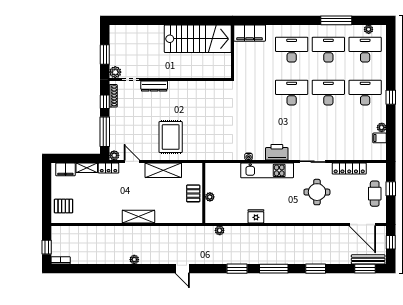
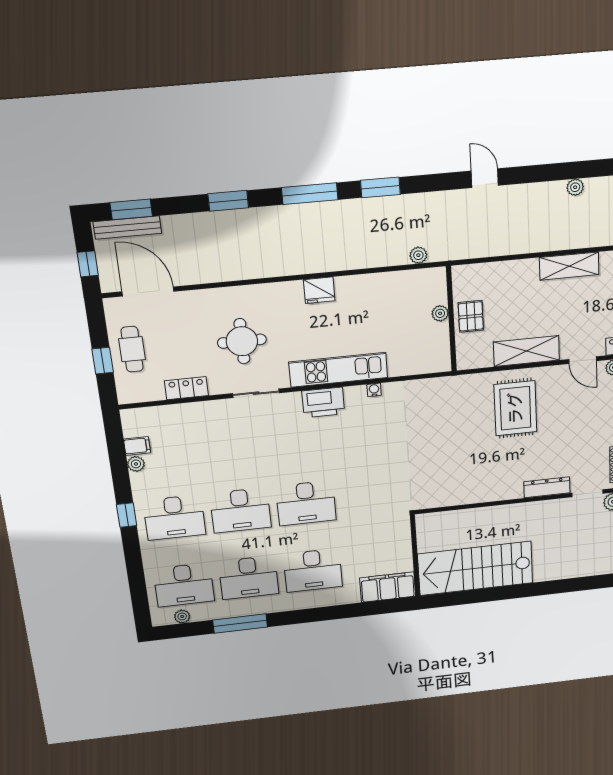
locker: (349, 169) -> (186, 388), width x0.66
fridge: (256, 216) -> (319, 290), moved

